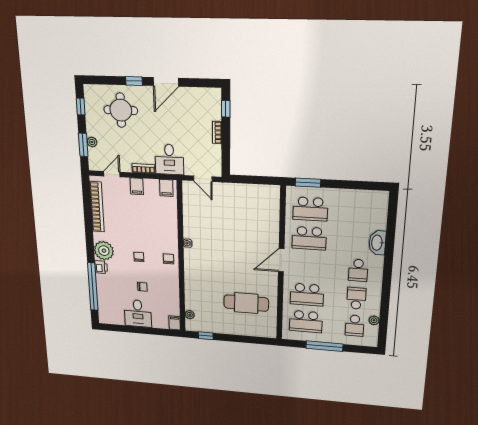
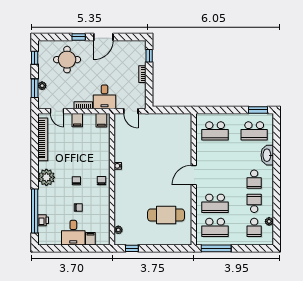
door: (112, 174) -> (57, 111), swing flipped
window: (308, 183) -> (258, 110), moved
school desk: (309, 238) -> (254, 131), moved
printer: (101, 267) -> (43, 220), moved
filing cabinet: (175, 323) -> (90, 239), moved
window: (324, 346) -> (216, 248), moved

